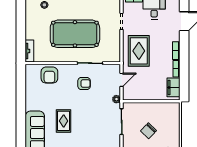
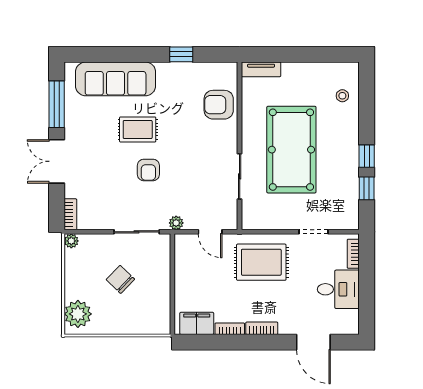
armchair: (84, 83) -> (148, 170), moved
window: (21, 96) -> (181, 54), added

